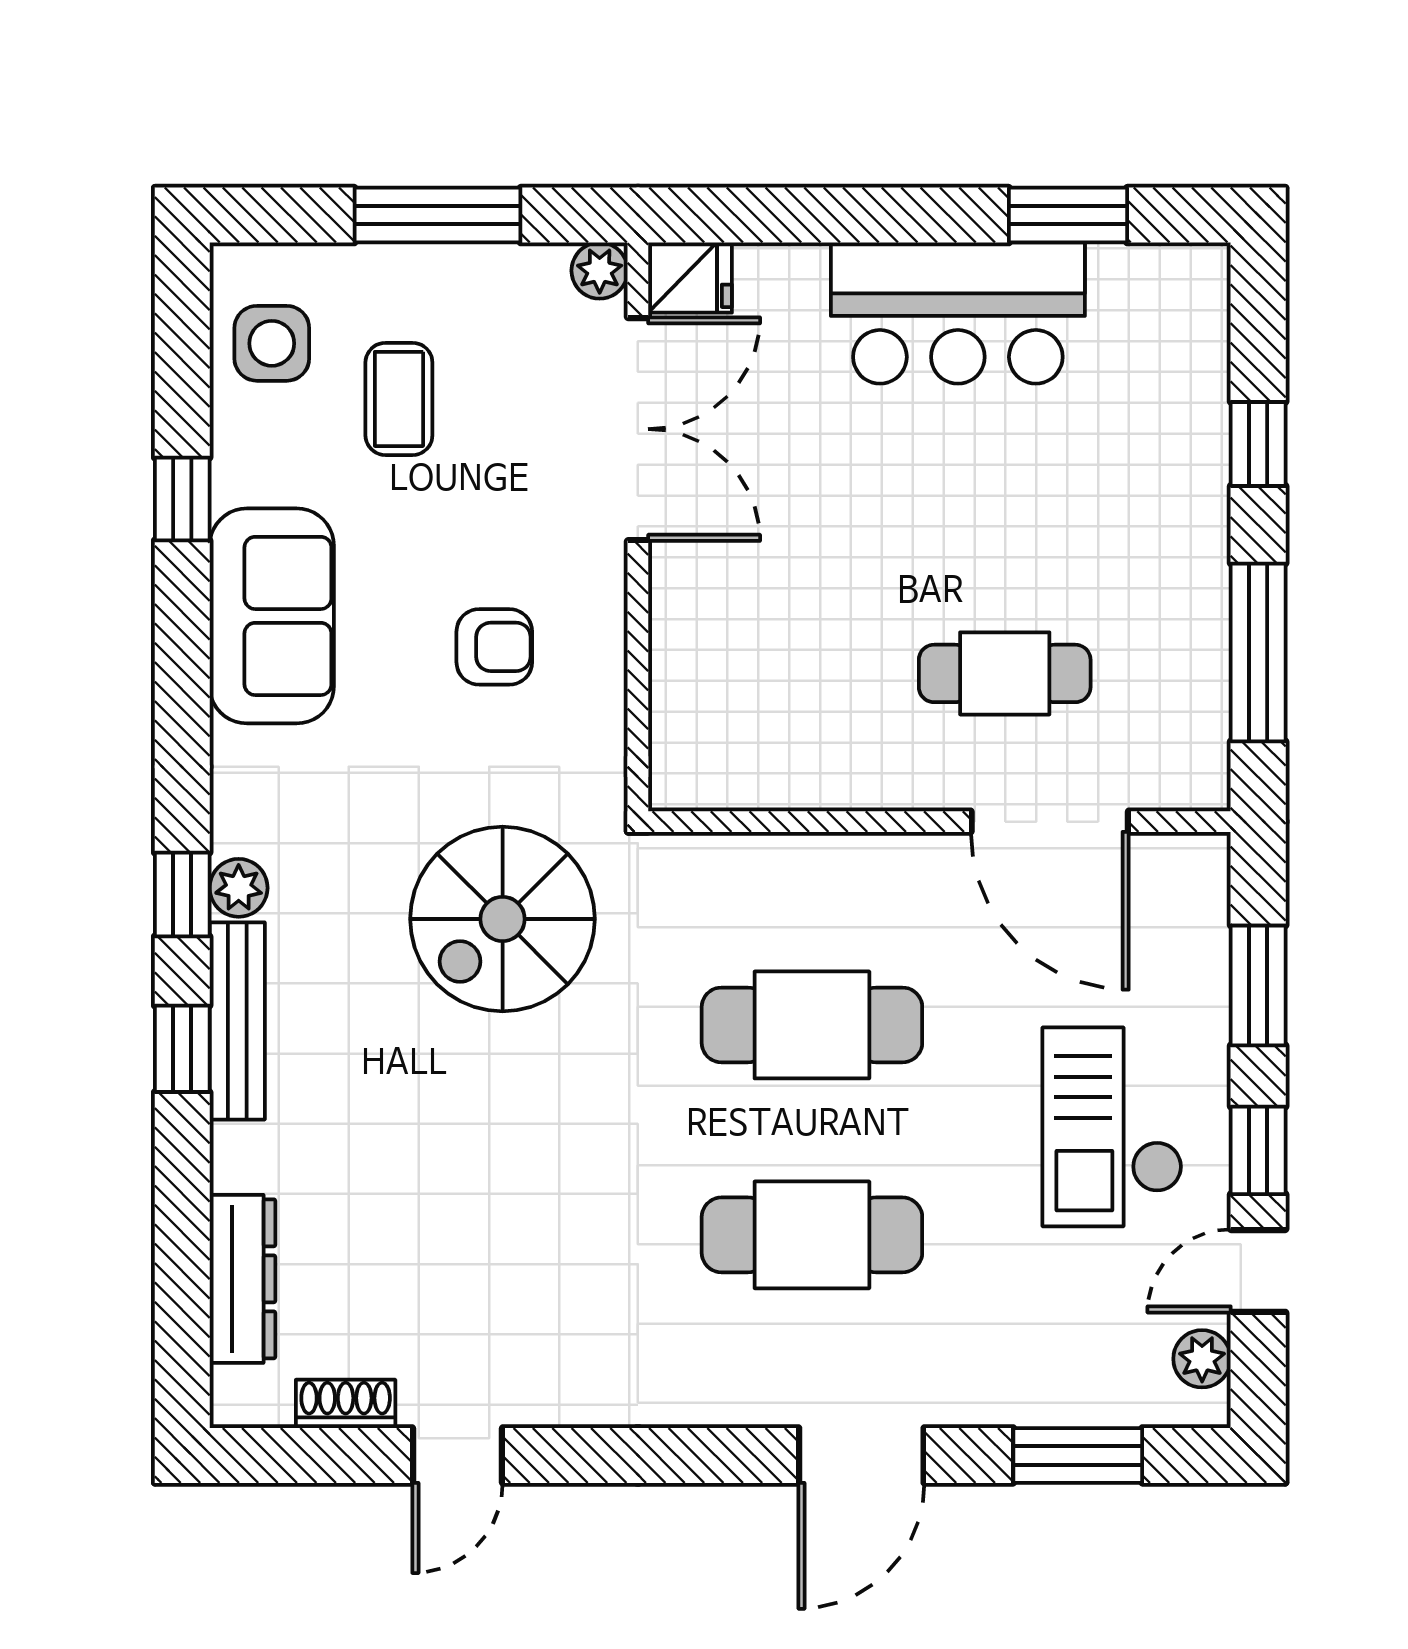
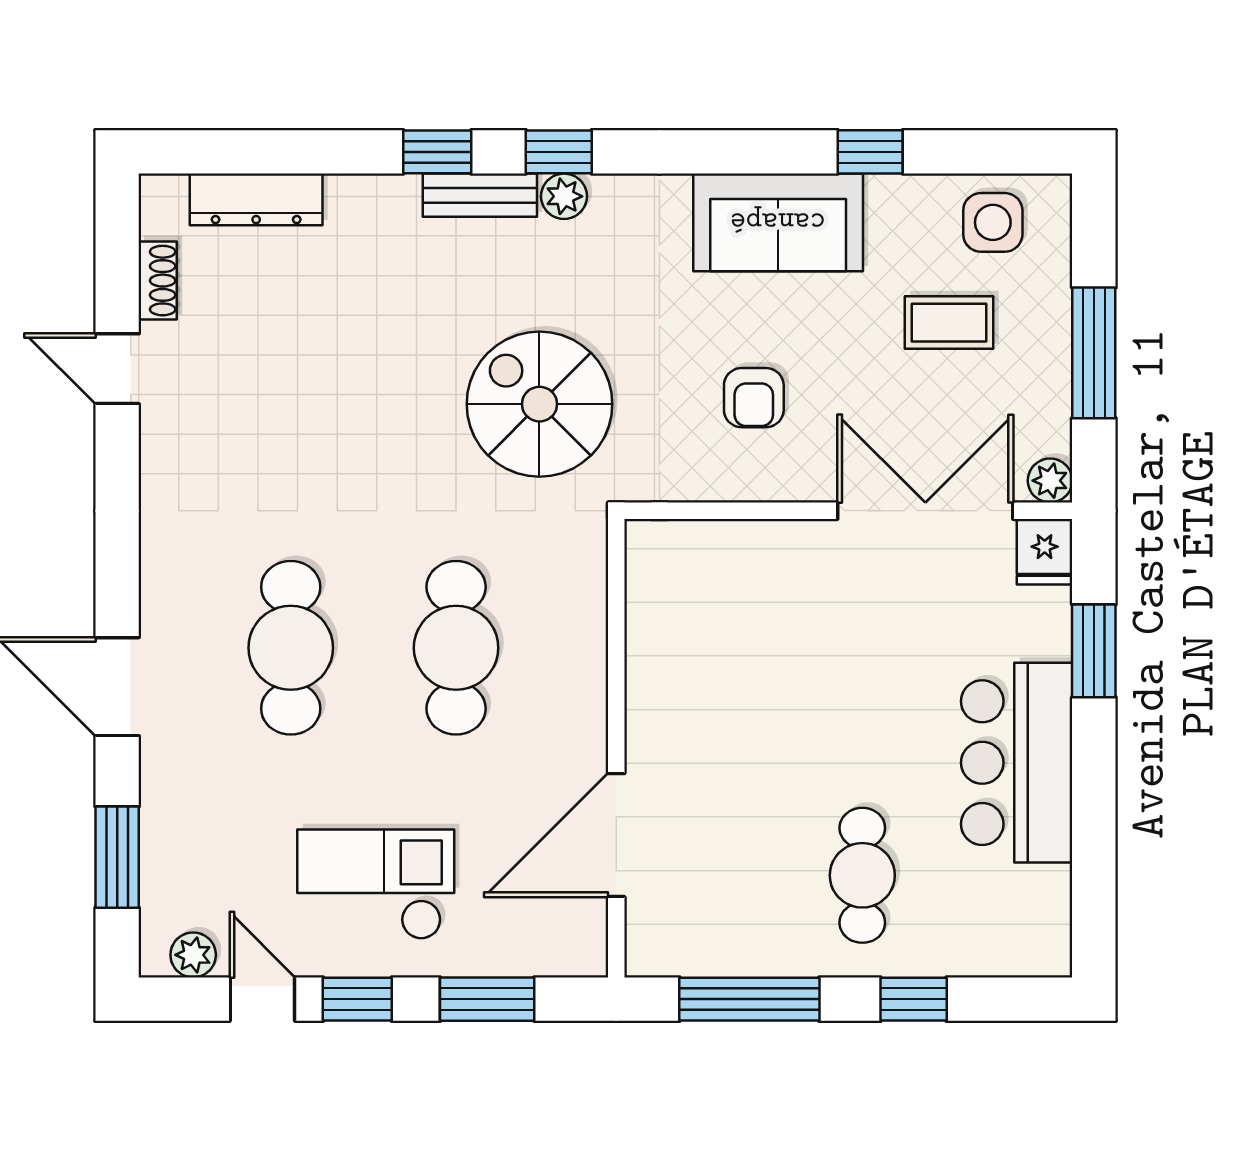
window: (1068, 215) -> (1094, 651), moved
double door: (638, 429) -> (925, 511), swing flipped
cafe table: (1005, 673) -> (862, 875), moved
bench: (237, 1021) -> (480, 195), width x0.73

